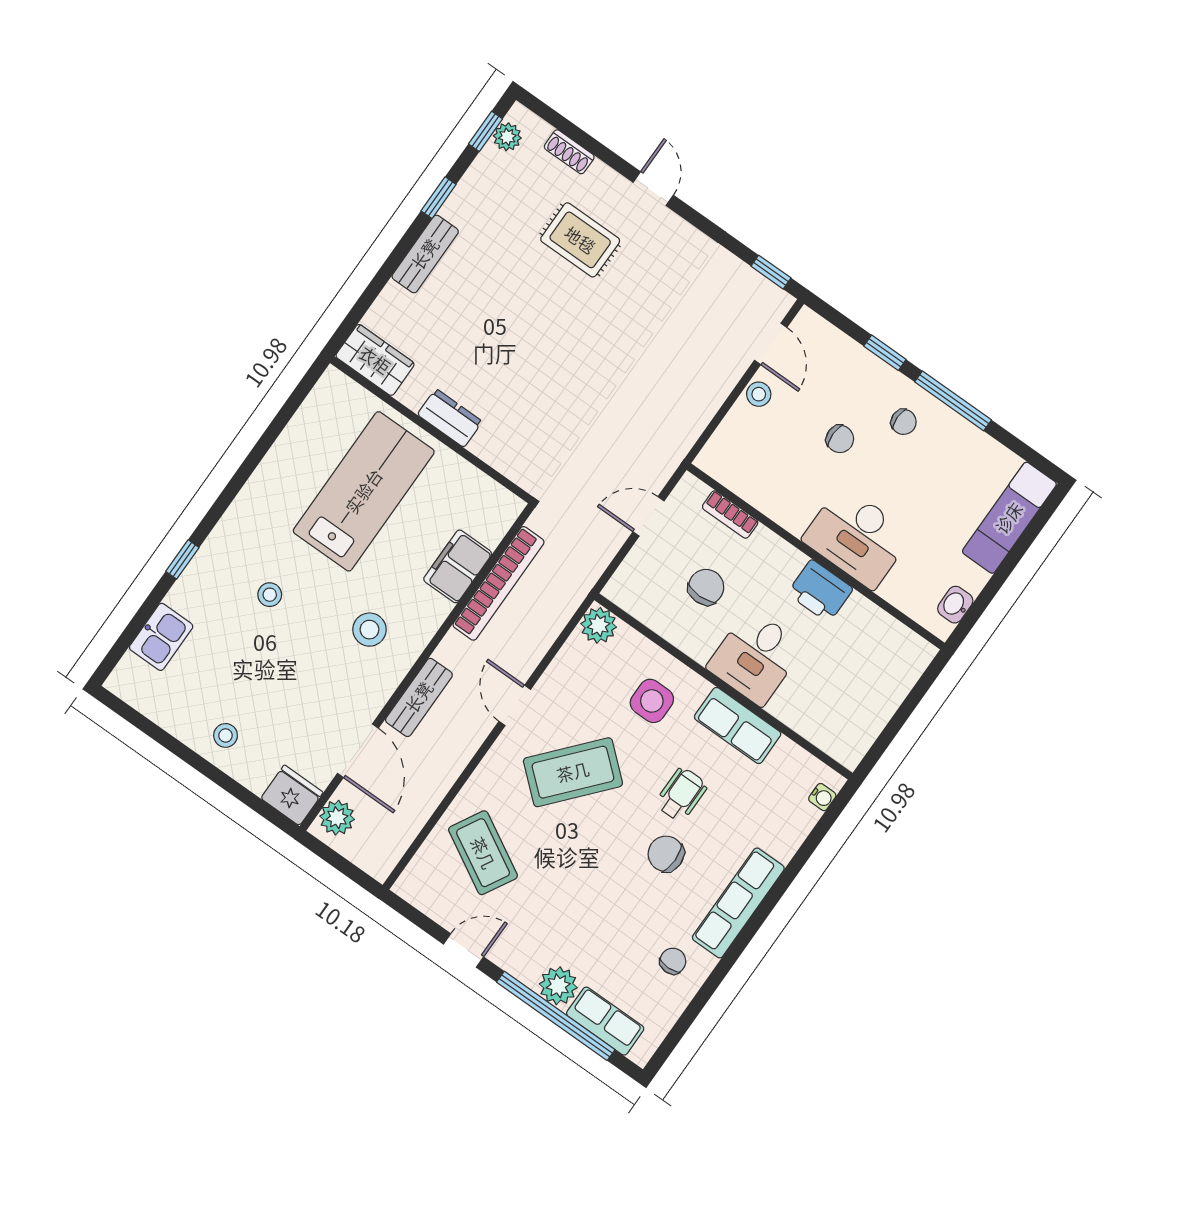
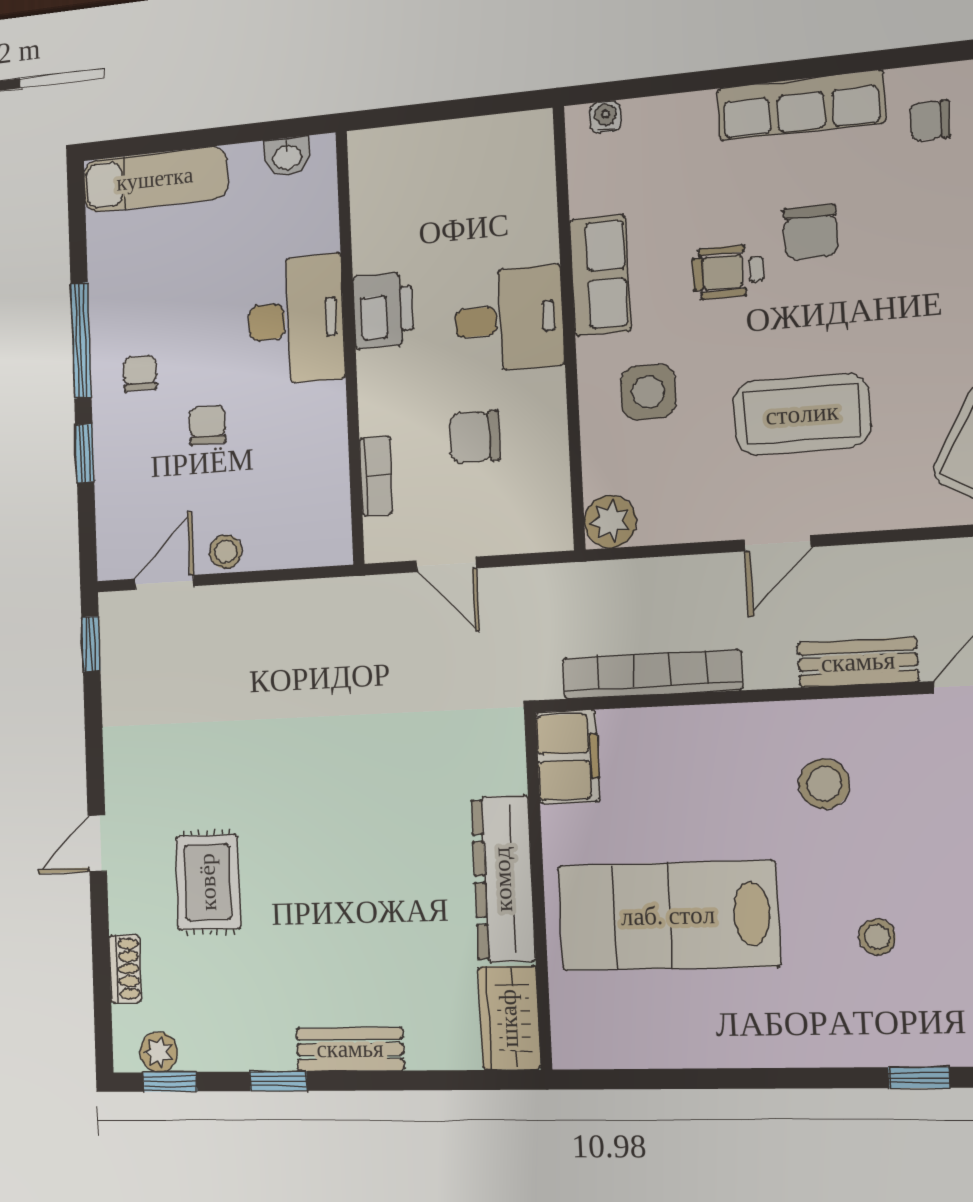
dresser: (450, 418) -> (503, 879), width x1.96, depth x1.24
filing cabinet: (458, 566) -> (568, 757), moved, turned -90
coffee table: (573, 772) -> (802, 414), turned -41

